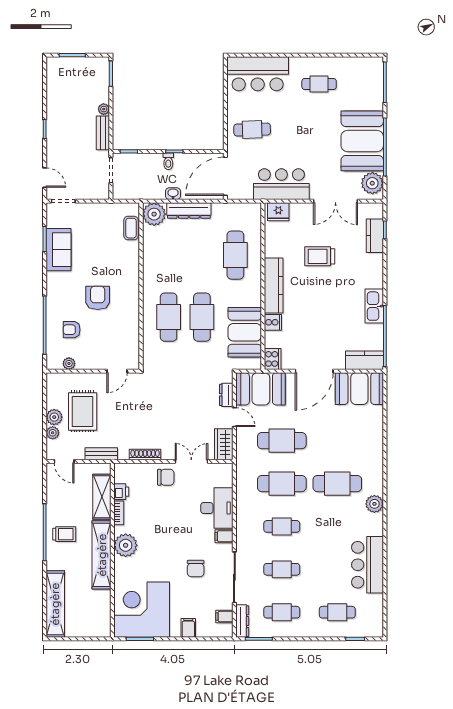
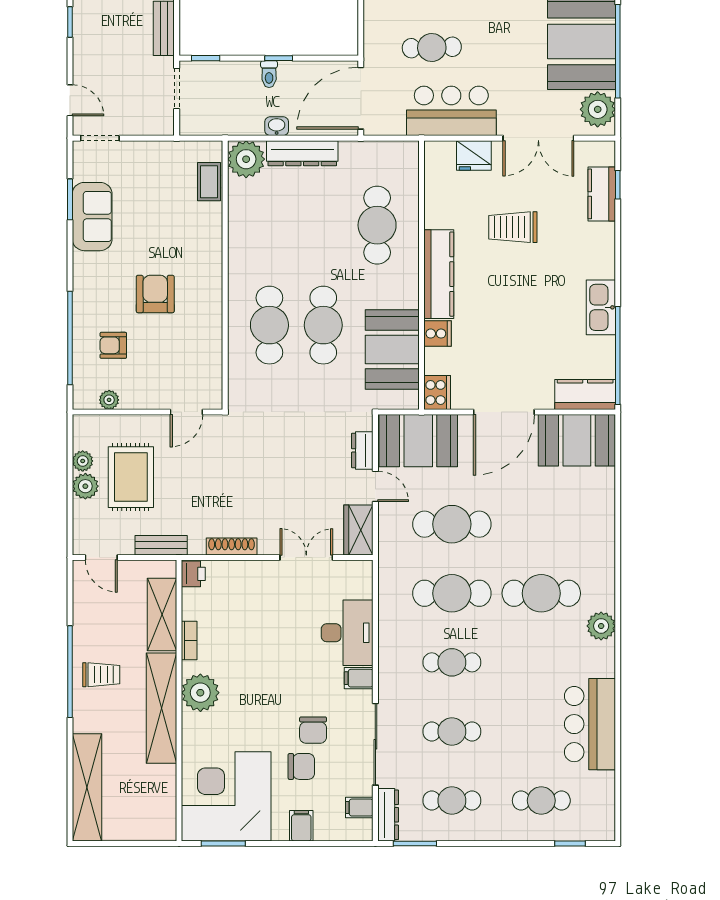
cafe table: (252, 130) -> (432, 47), moved
fridge: (278, 212) -> (474, 155), moved
plant: (53, 433) -> (83, 461), moved
chair: (166, 477) -> (301, 766), moved
printer: (121, 492) -> (193, 574), moved

